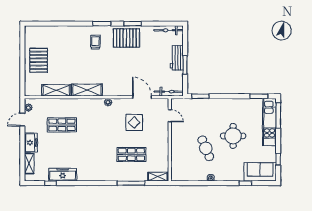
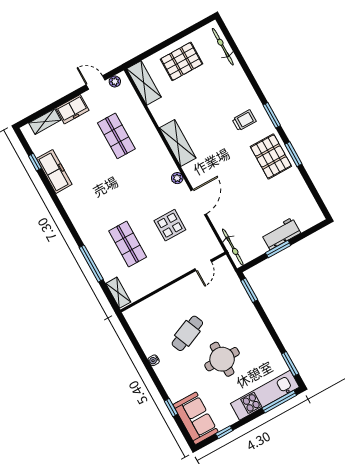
bicycle: (168, 30) -> (223, 47), moved
shelving: (56, 90) -> (144, 83), moved
door: (142, 97) -> (199, 202), moved

